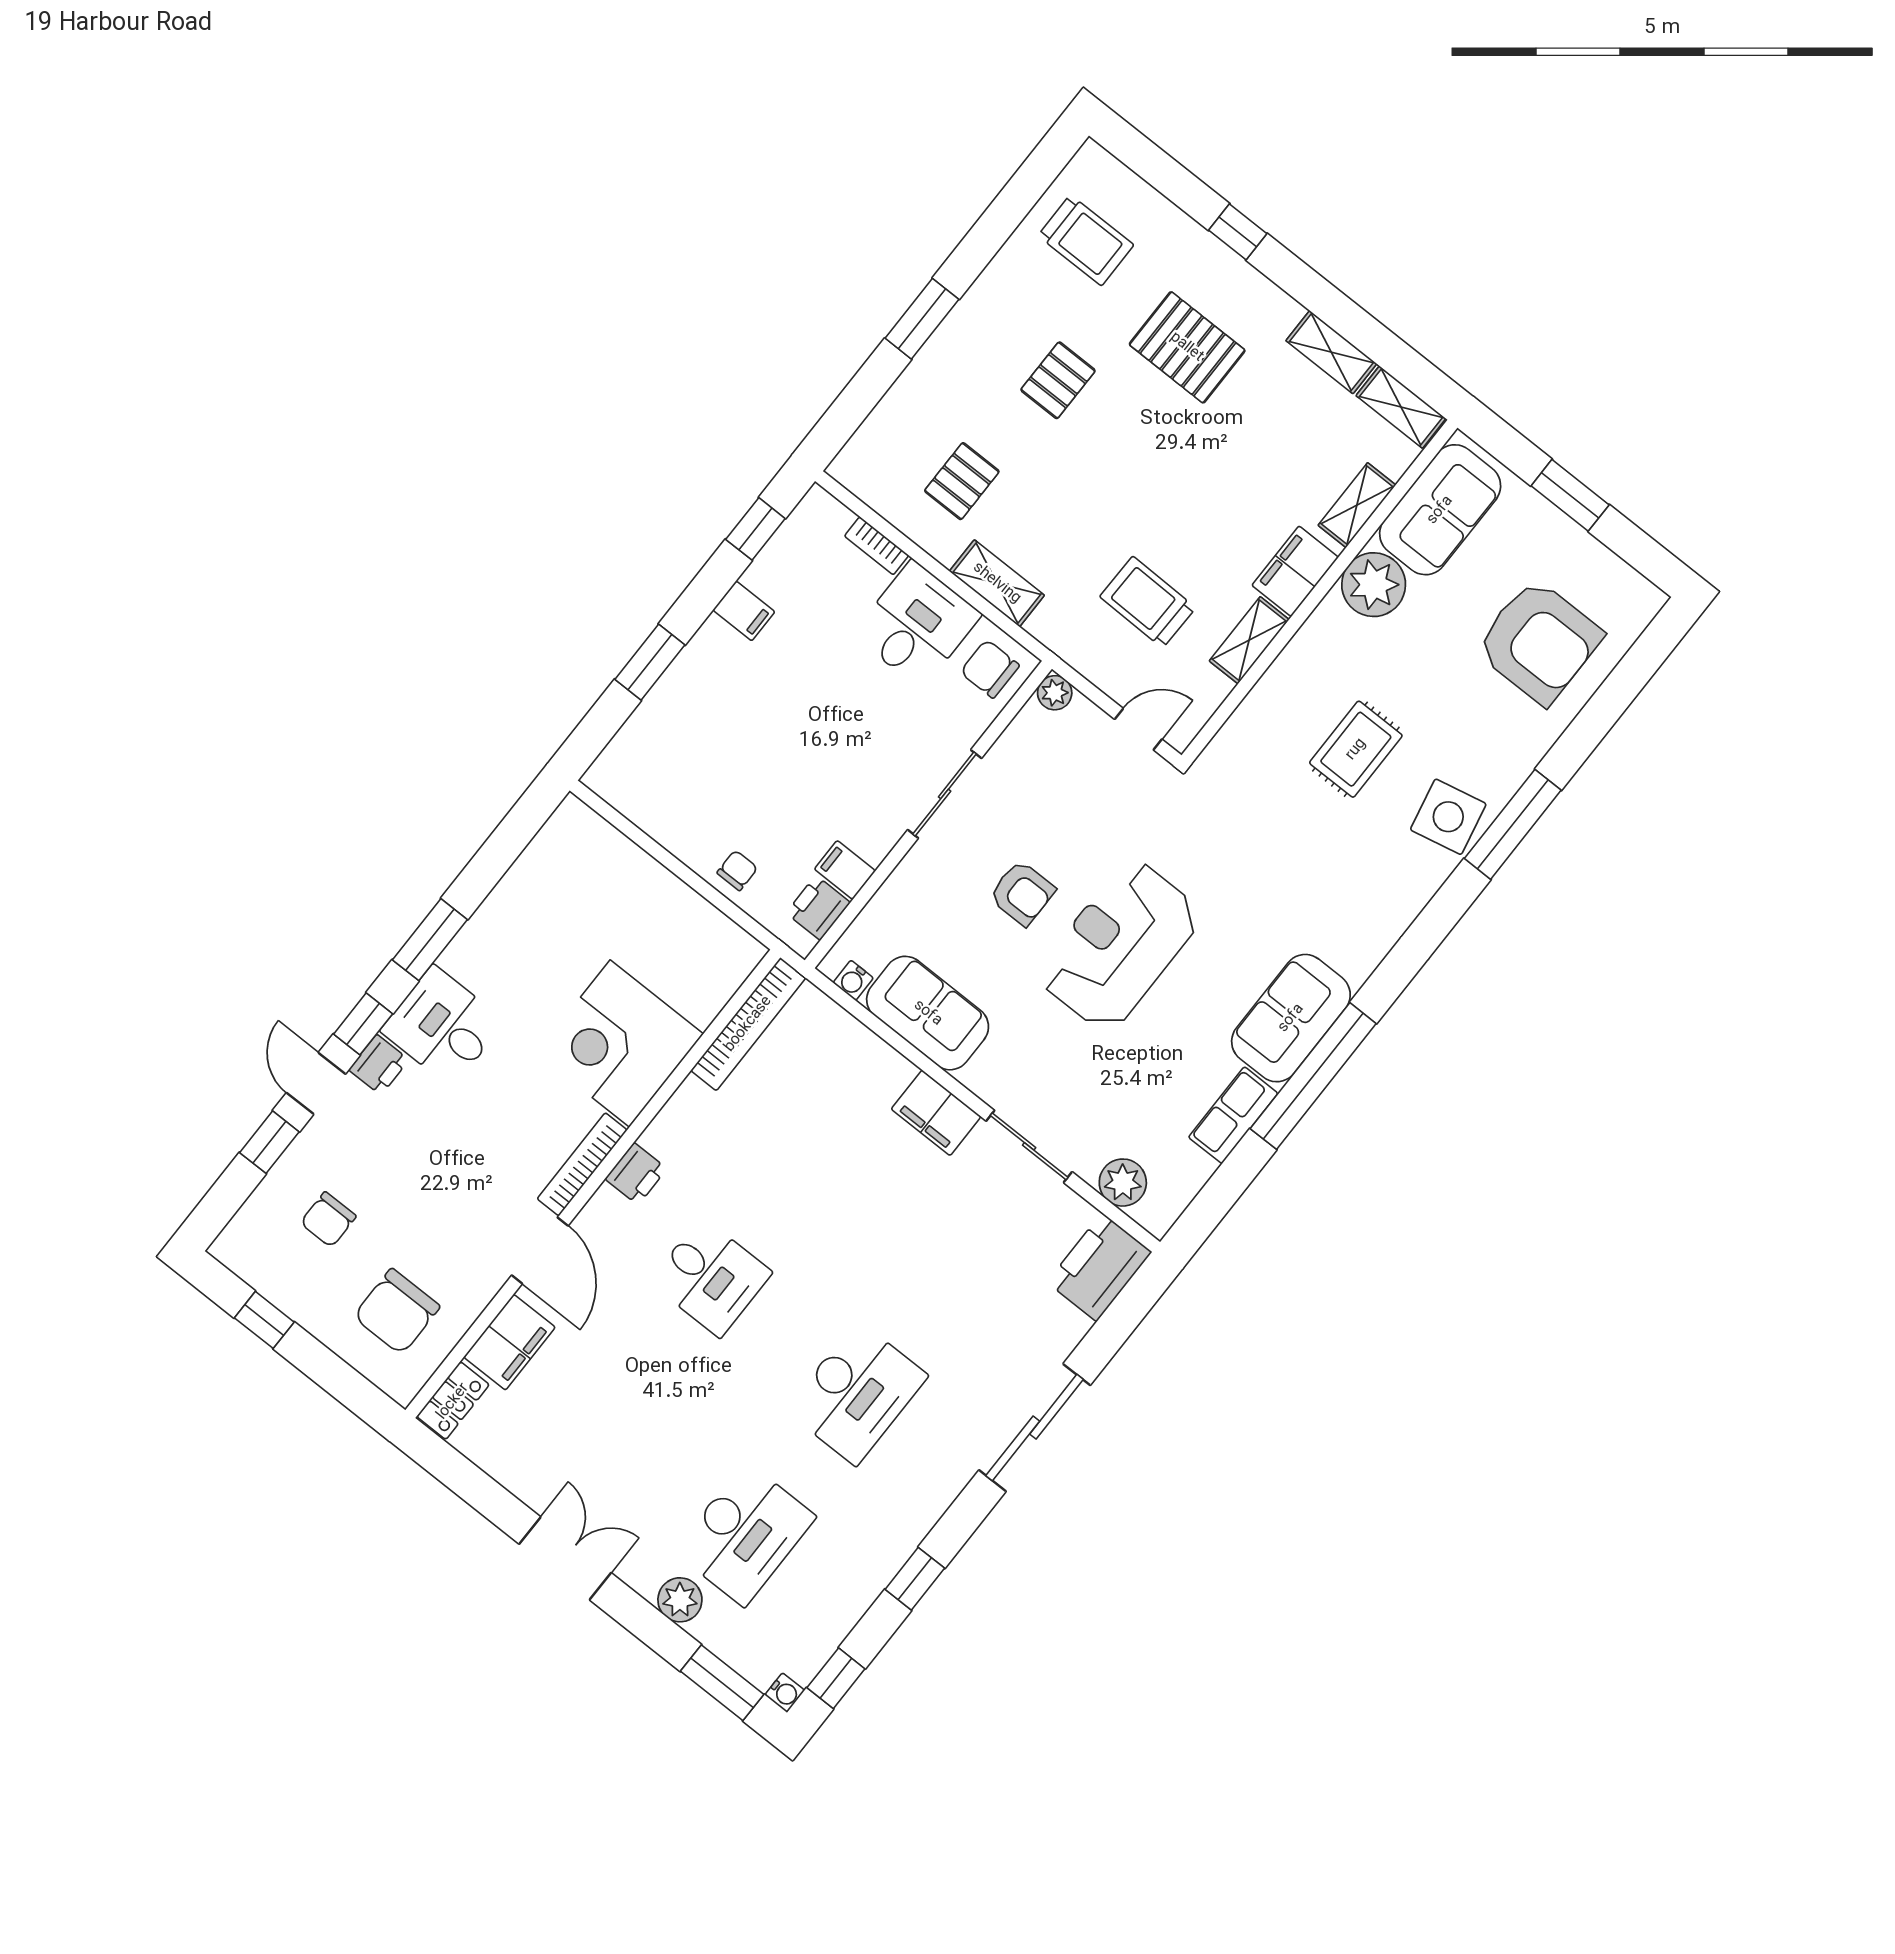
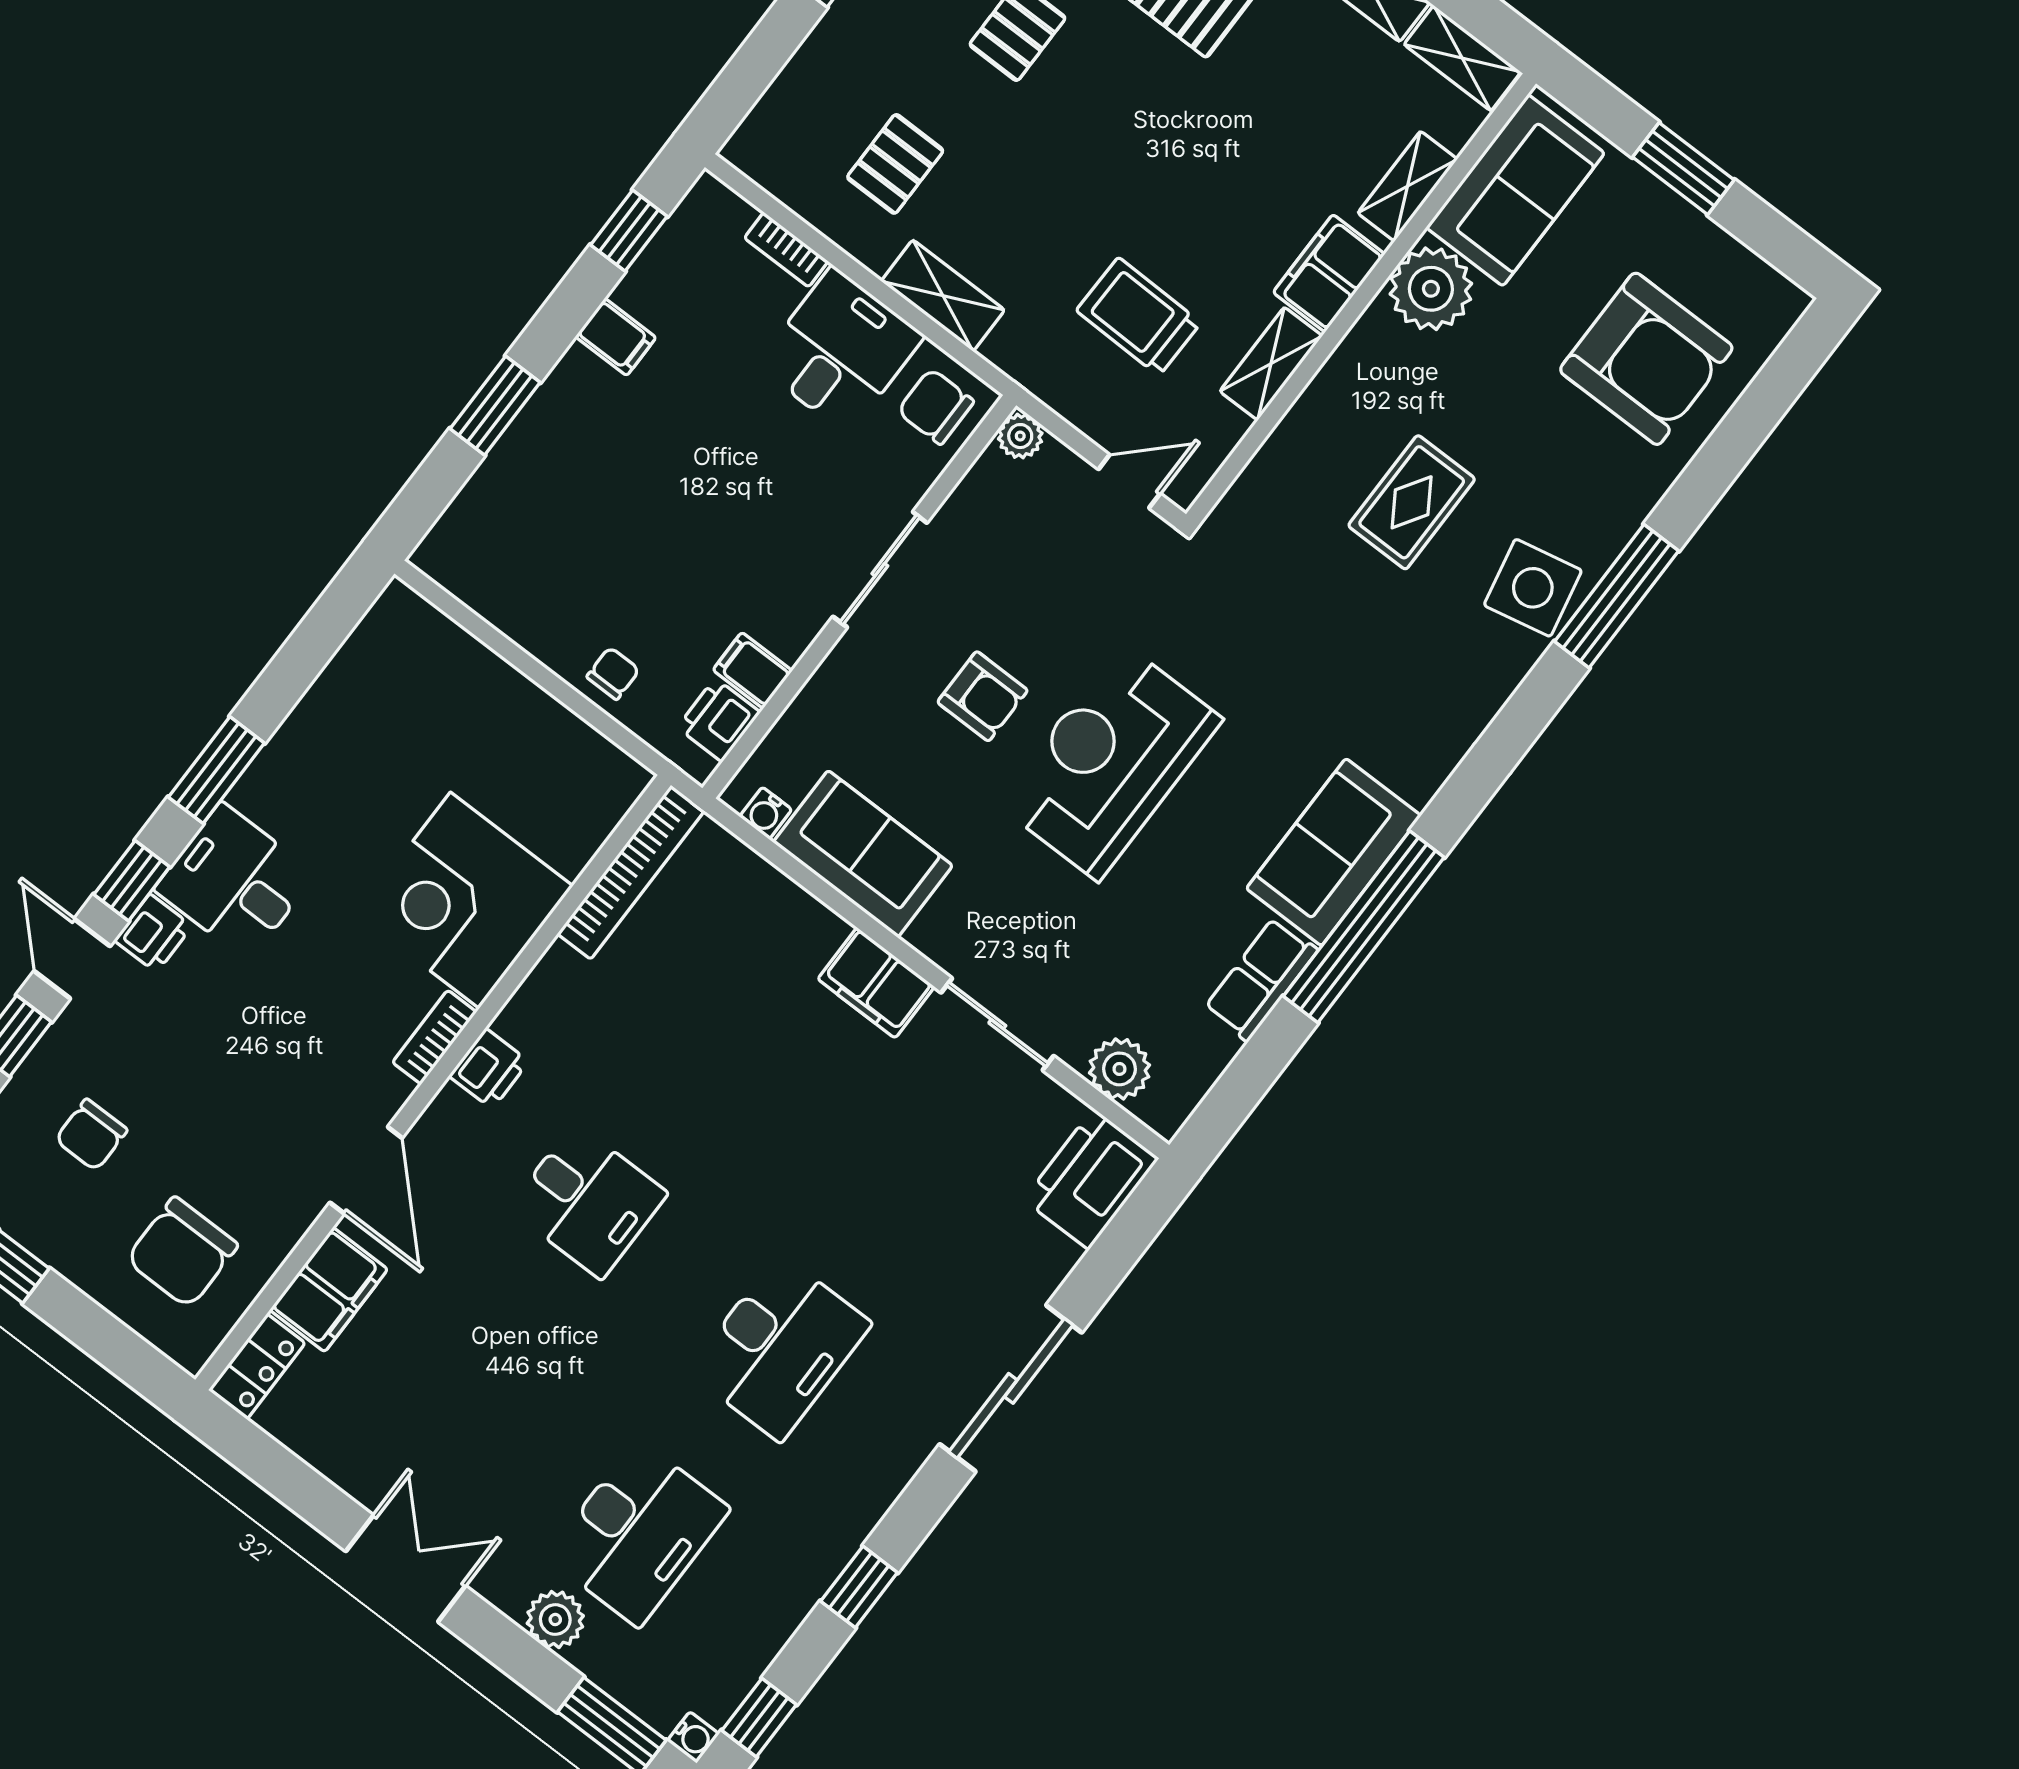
bookcase: (582, 1164) -> (434, 1037), width x0.64

